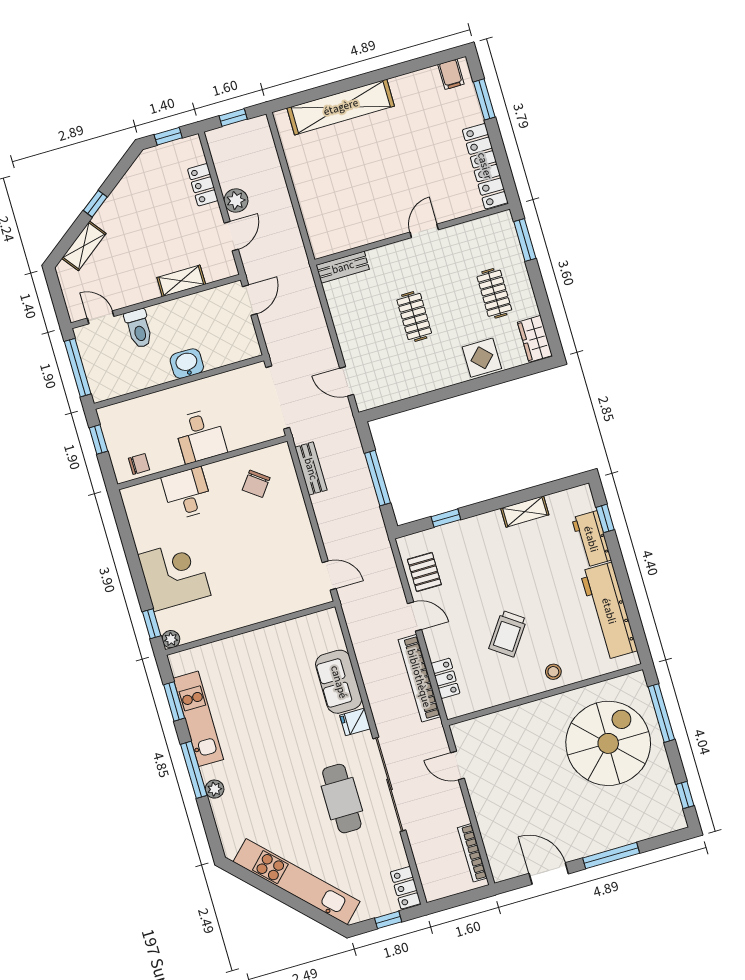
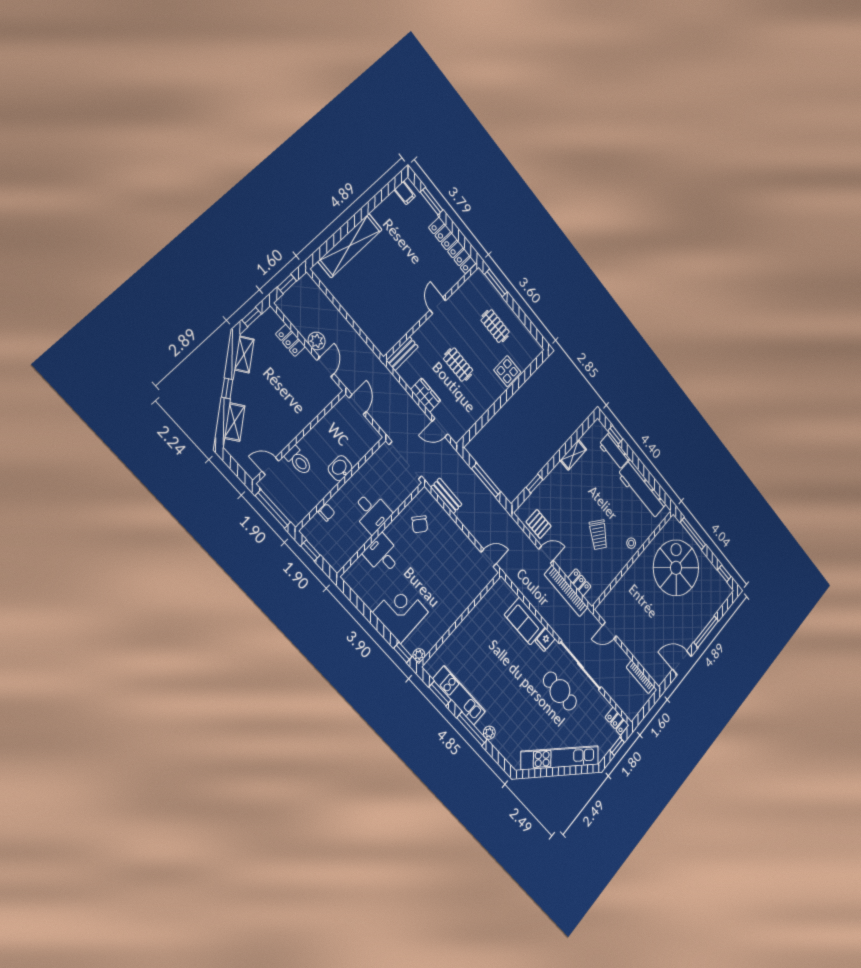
shelving: (181, 281) -> (244, 355), moved, turned -37
wardrobe: (535, 339) -> (426, 395), moved, turned 180
chair: (139, 464) -> (327, 512), moved

